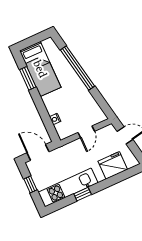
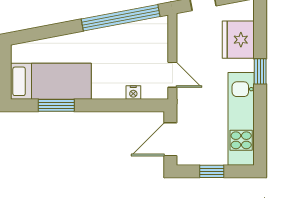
window: (78, 68) -> (121, 18), moved
door: (86, 132) -> (172, 75), moved
window: (83, 194) -> (260, 71), moved

